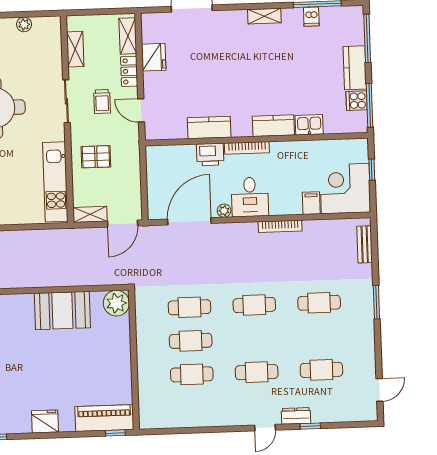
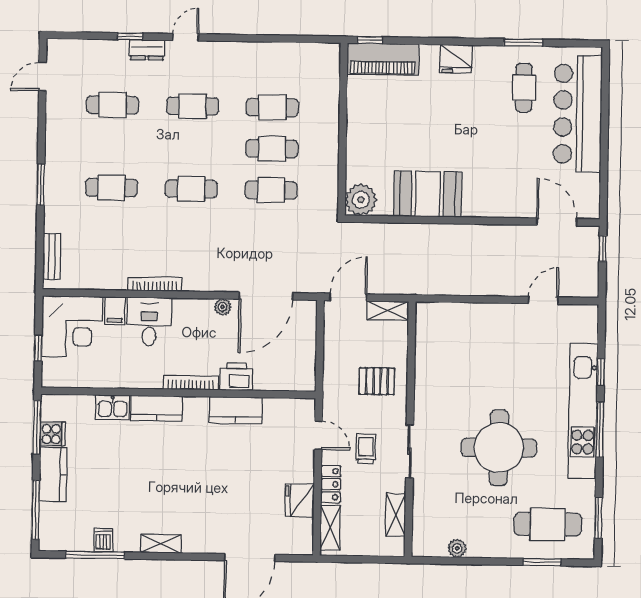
kitchen unit: (55, 182) -> (428, 353), removed
desk: (250, 197) -> (149, 321), moved

